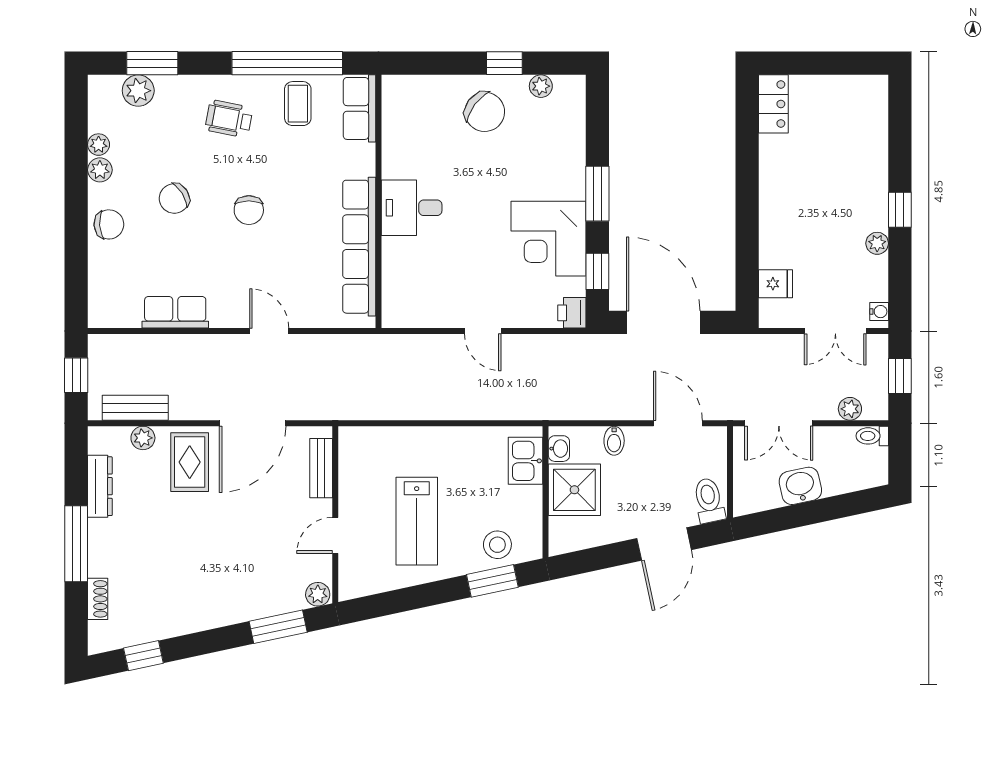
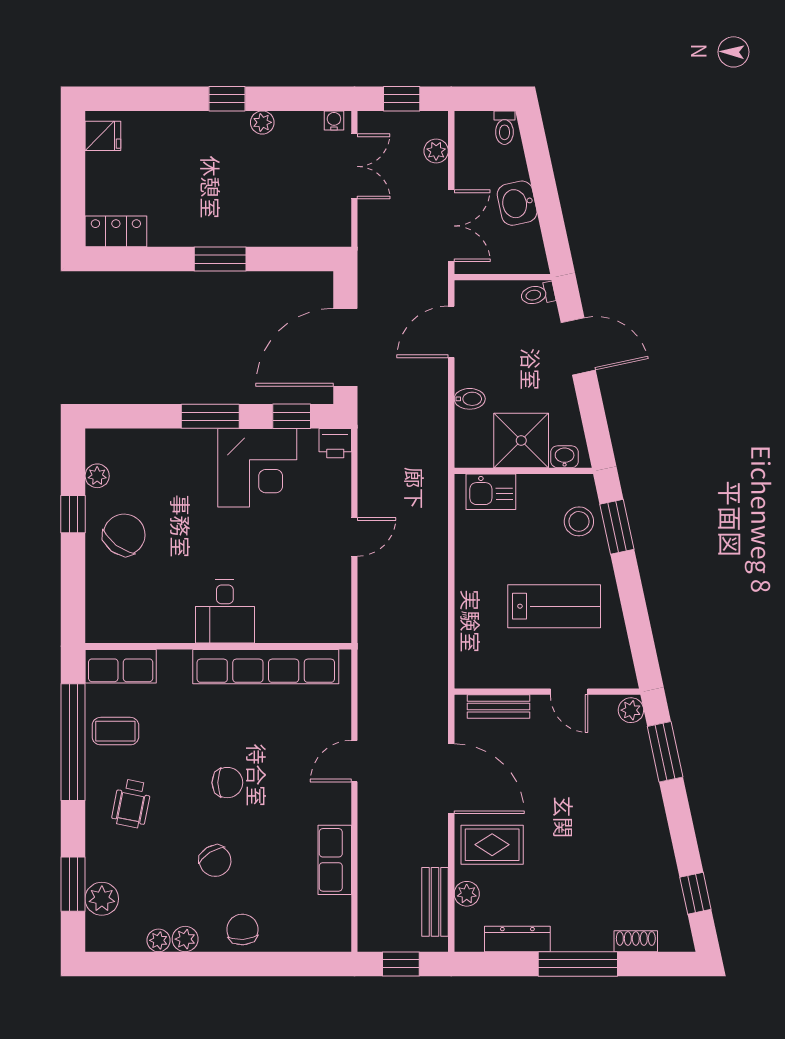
window: (747, 203) -> (220, 259), added
fridge: (776, 284) -> (103, 136), moved, turned 90
toilet: (872, 436) -> (504, 128), moved
washbasin: (559, 449) -> (565, 457), moved
toilet: (709, 500) -> (538, 294), width x0.73, depth x0.72

